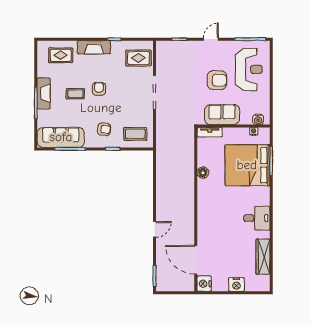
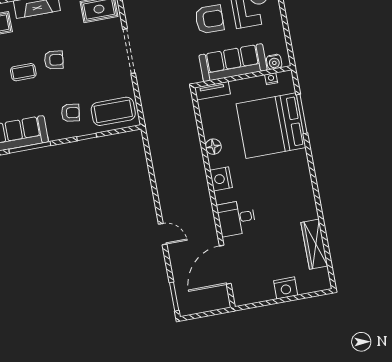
armchair: (99, 89) -> (54, 60), turned 97
sofa: (222, 115) -> (233, 63), width x1.36
coffee table: (135, 134) -> (113, 111), width x1.36, depth x1.32
desk: (257, 218) -> (236, 218), moved, turned 180
door: (155, 229) -> (163, 234), hinge flipped
door: (196, 260) -> (225, 265), hinge flipped
nightstand: (204, 284) -> (221, 179), moved

